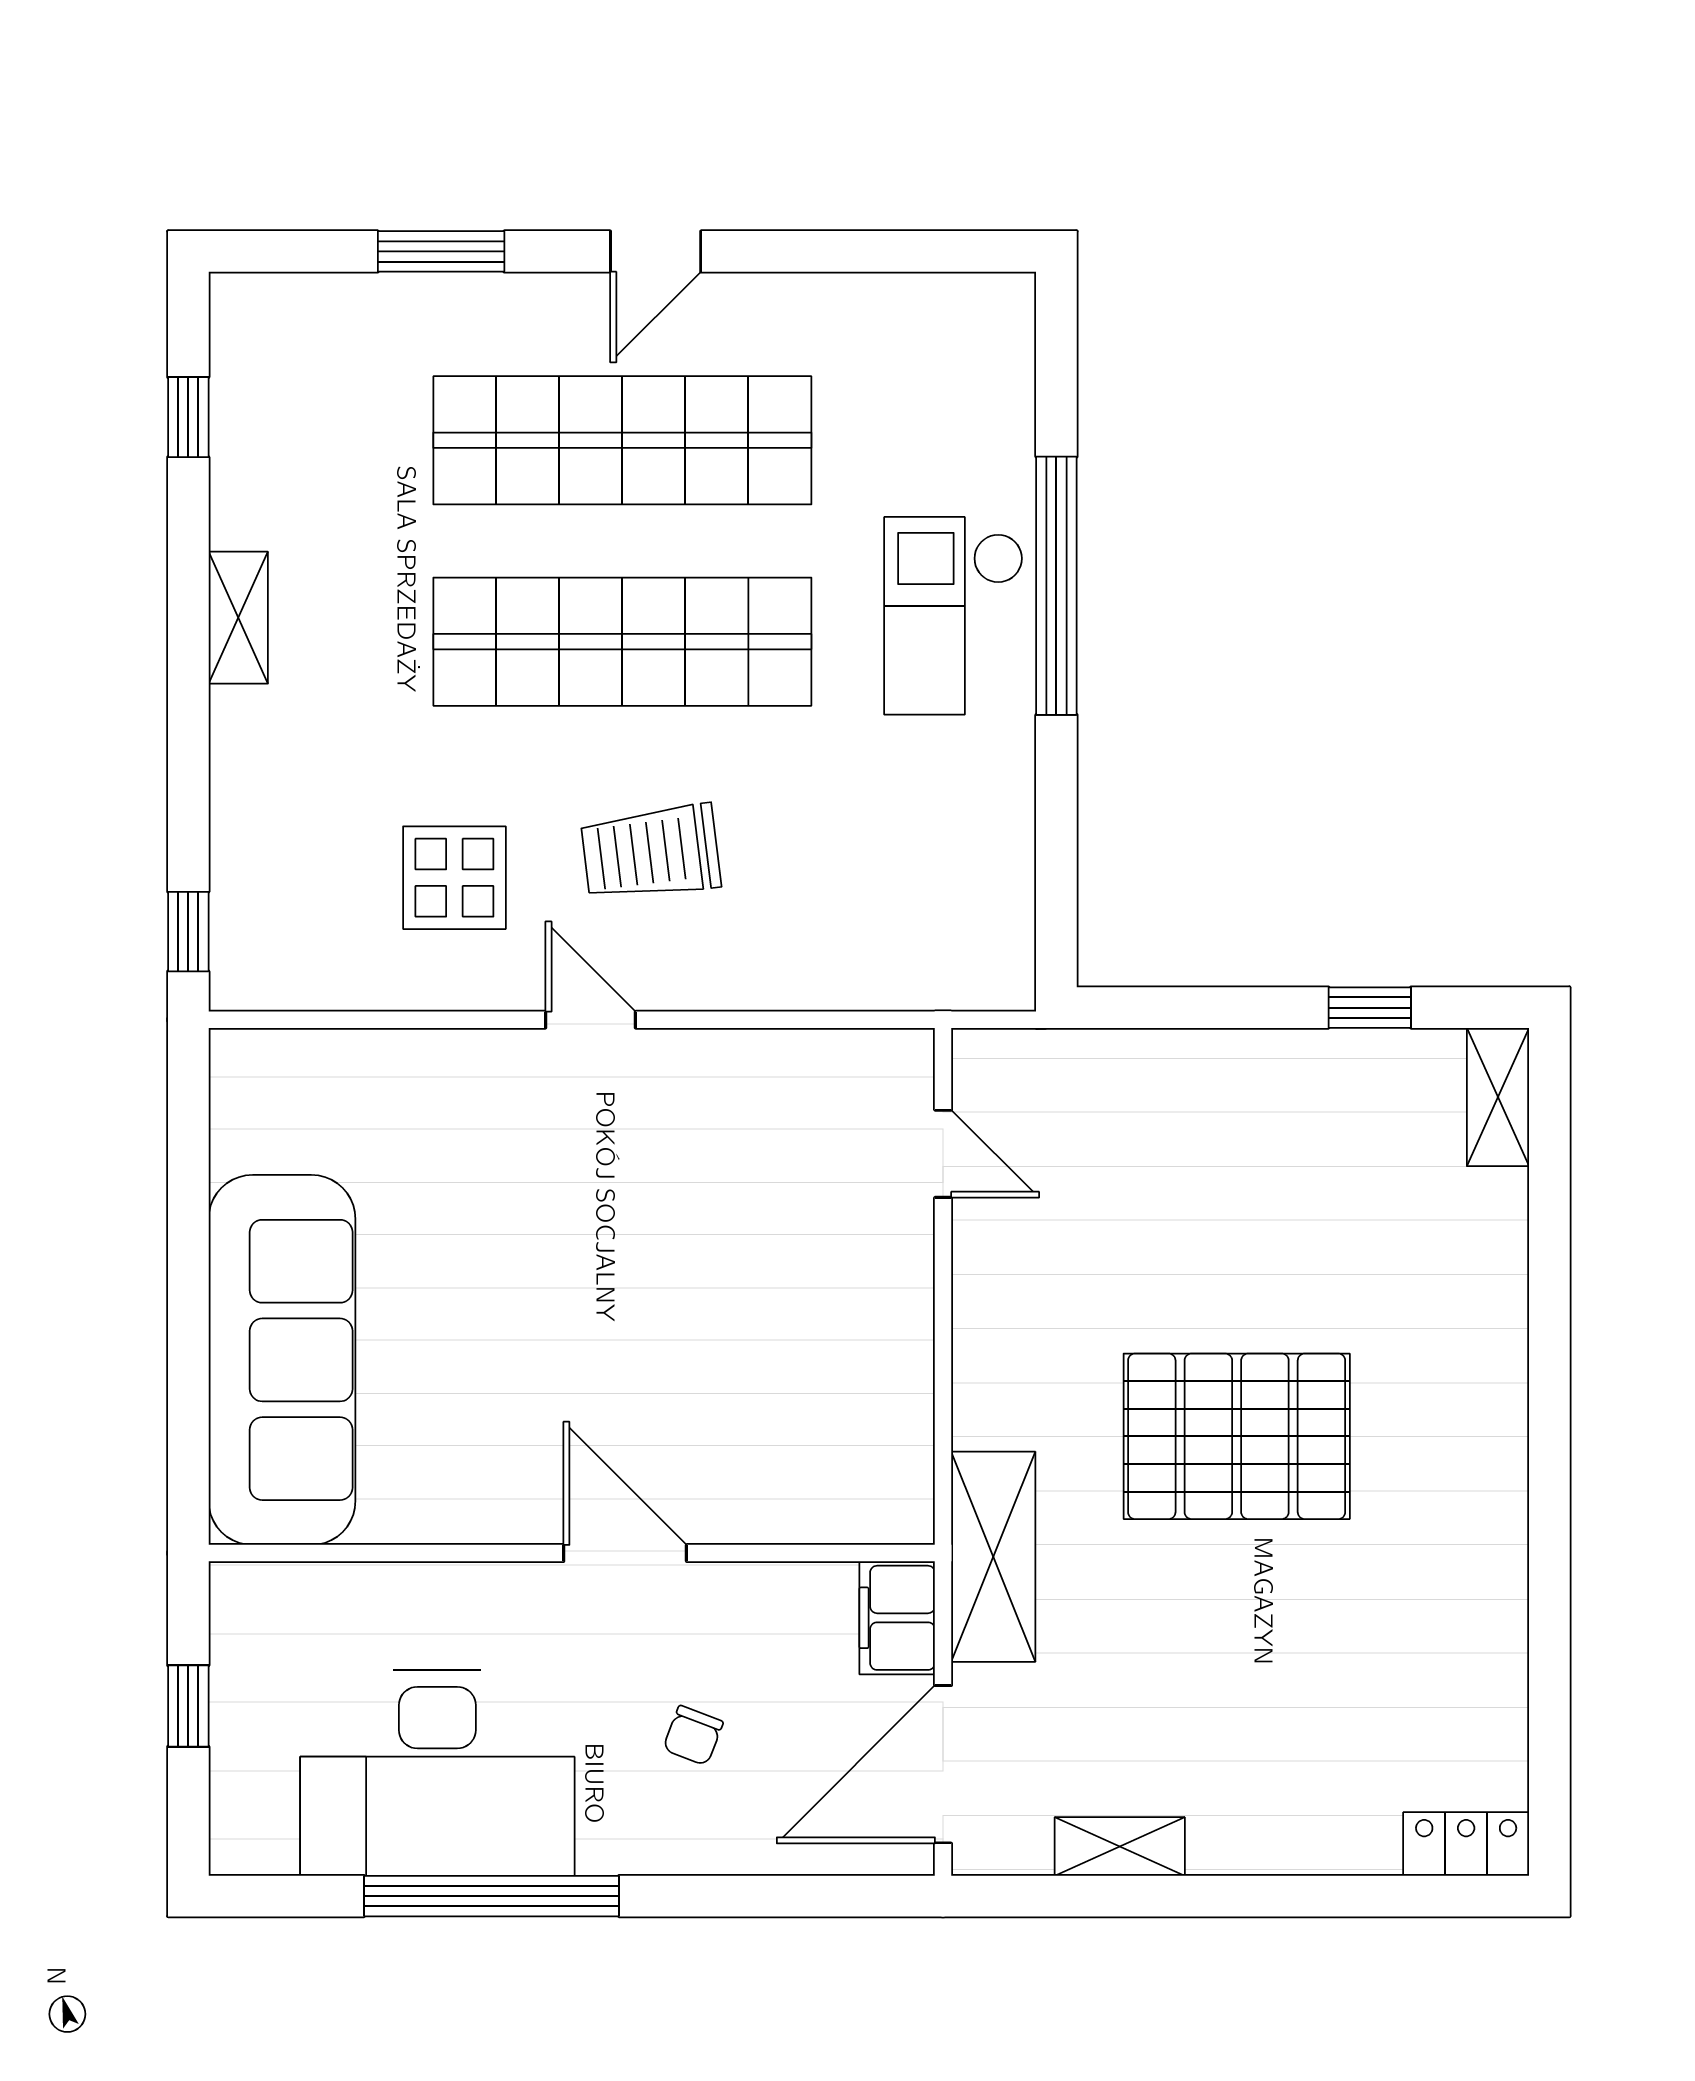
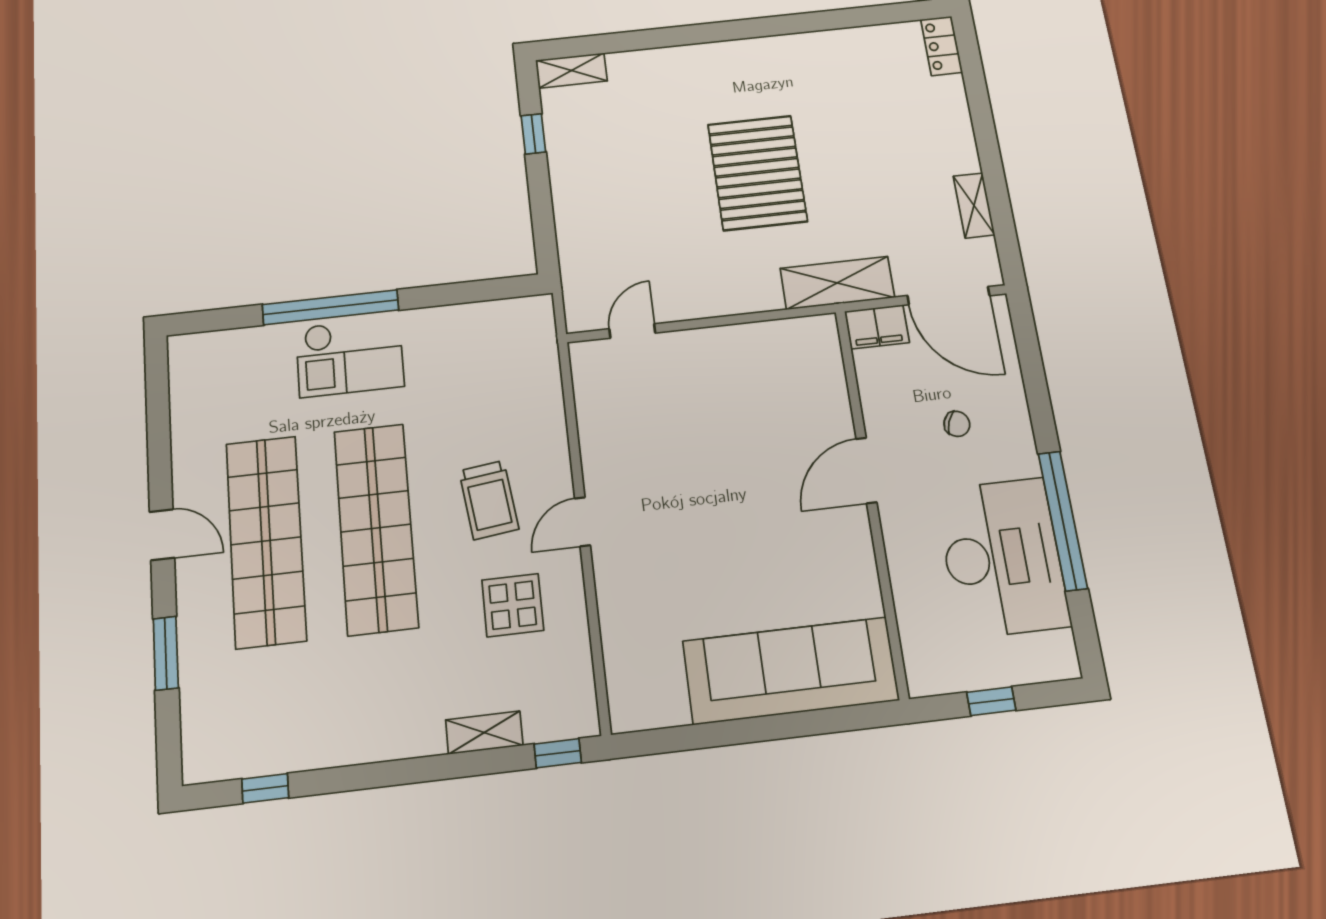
shelving: (238, 618) -> (484, 733), moved

